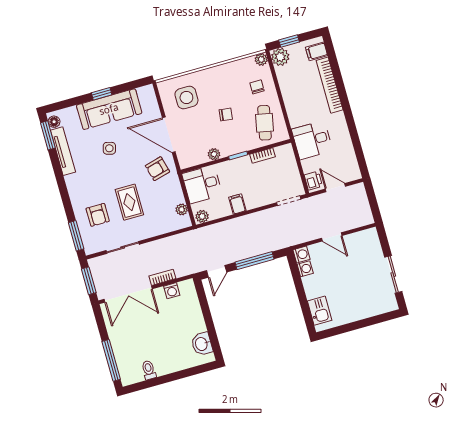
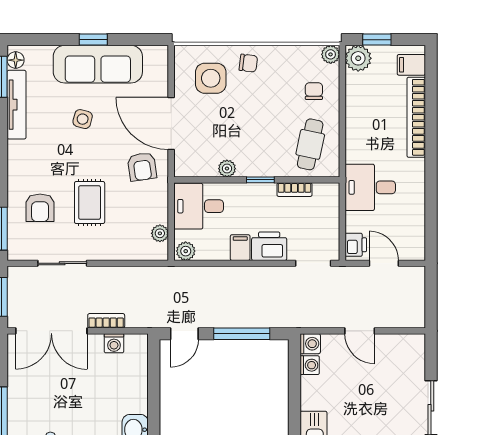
chair: (226, 114) -> (248, 63), moved
armchair: (157, 169) -> (142, 167), turned -83
printer: (256, 198) -> (269, 246), added

